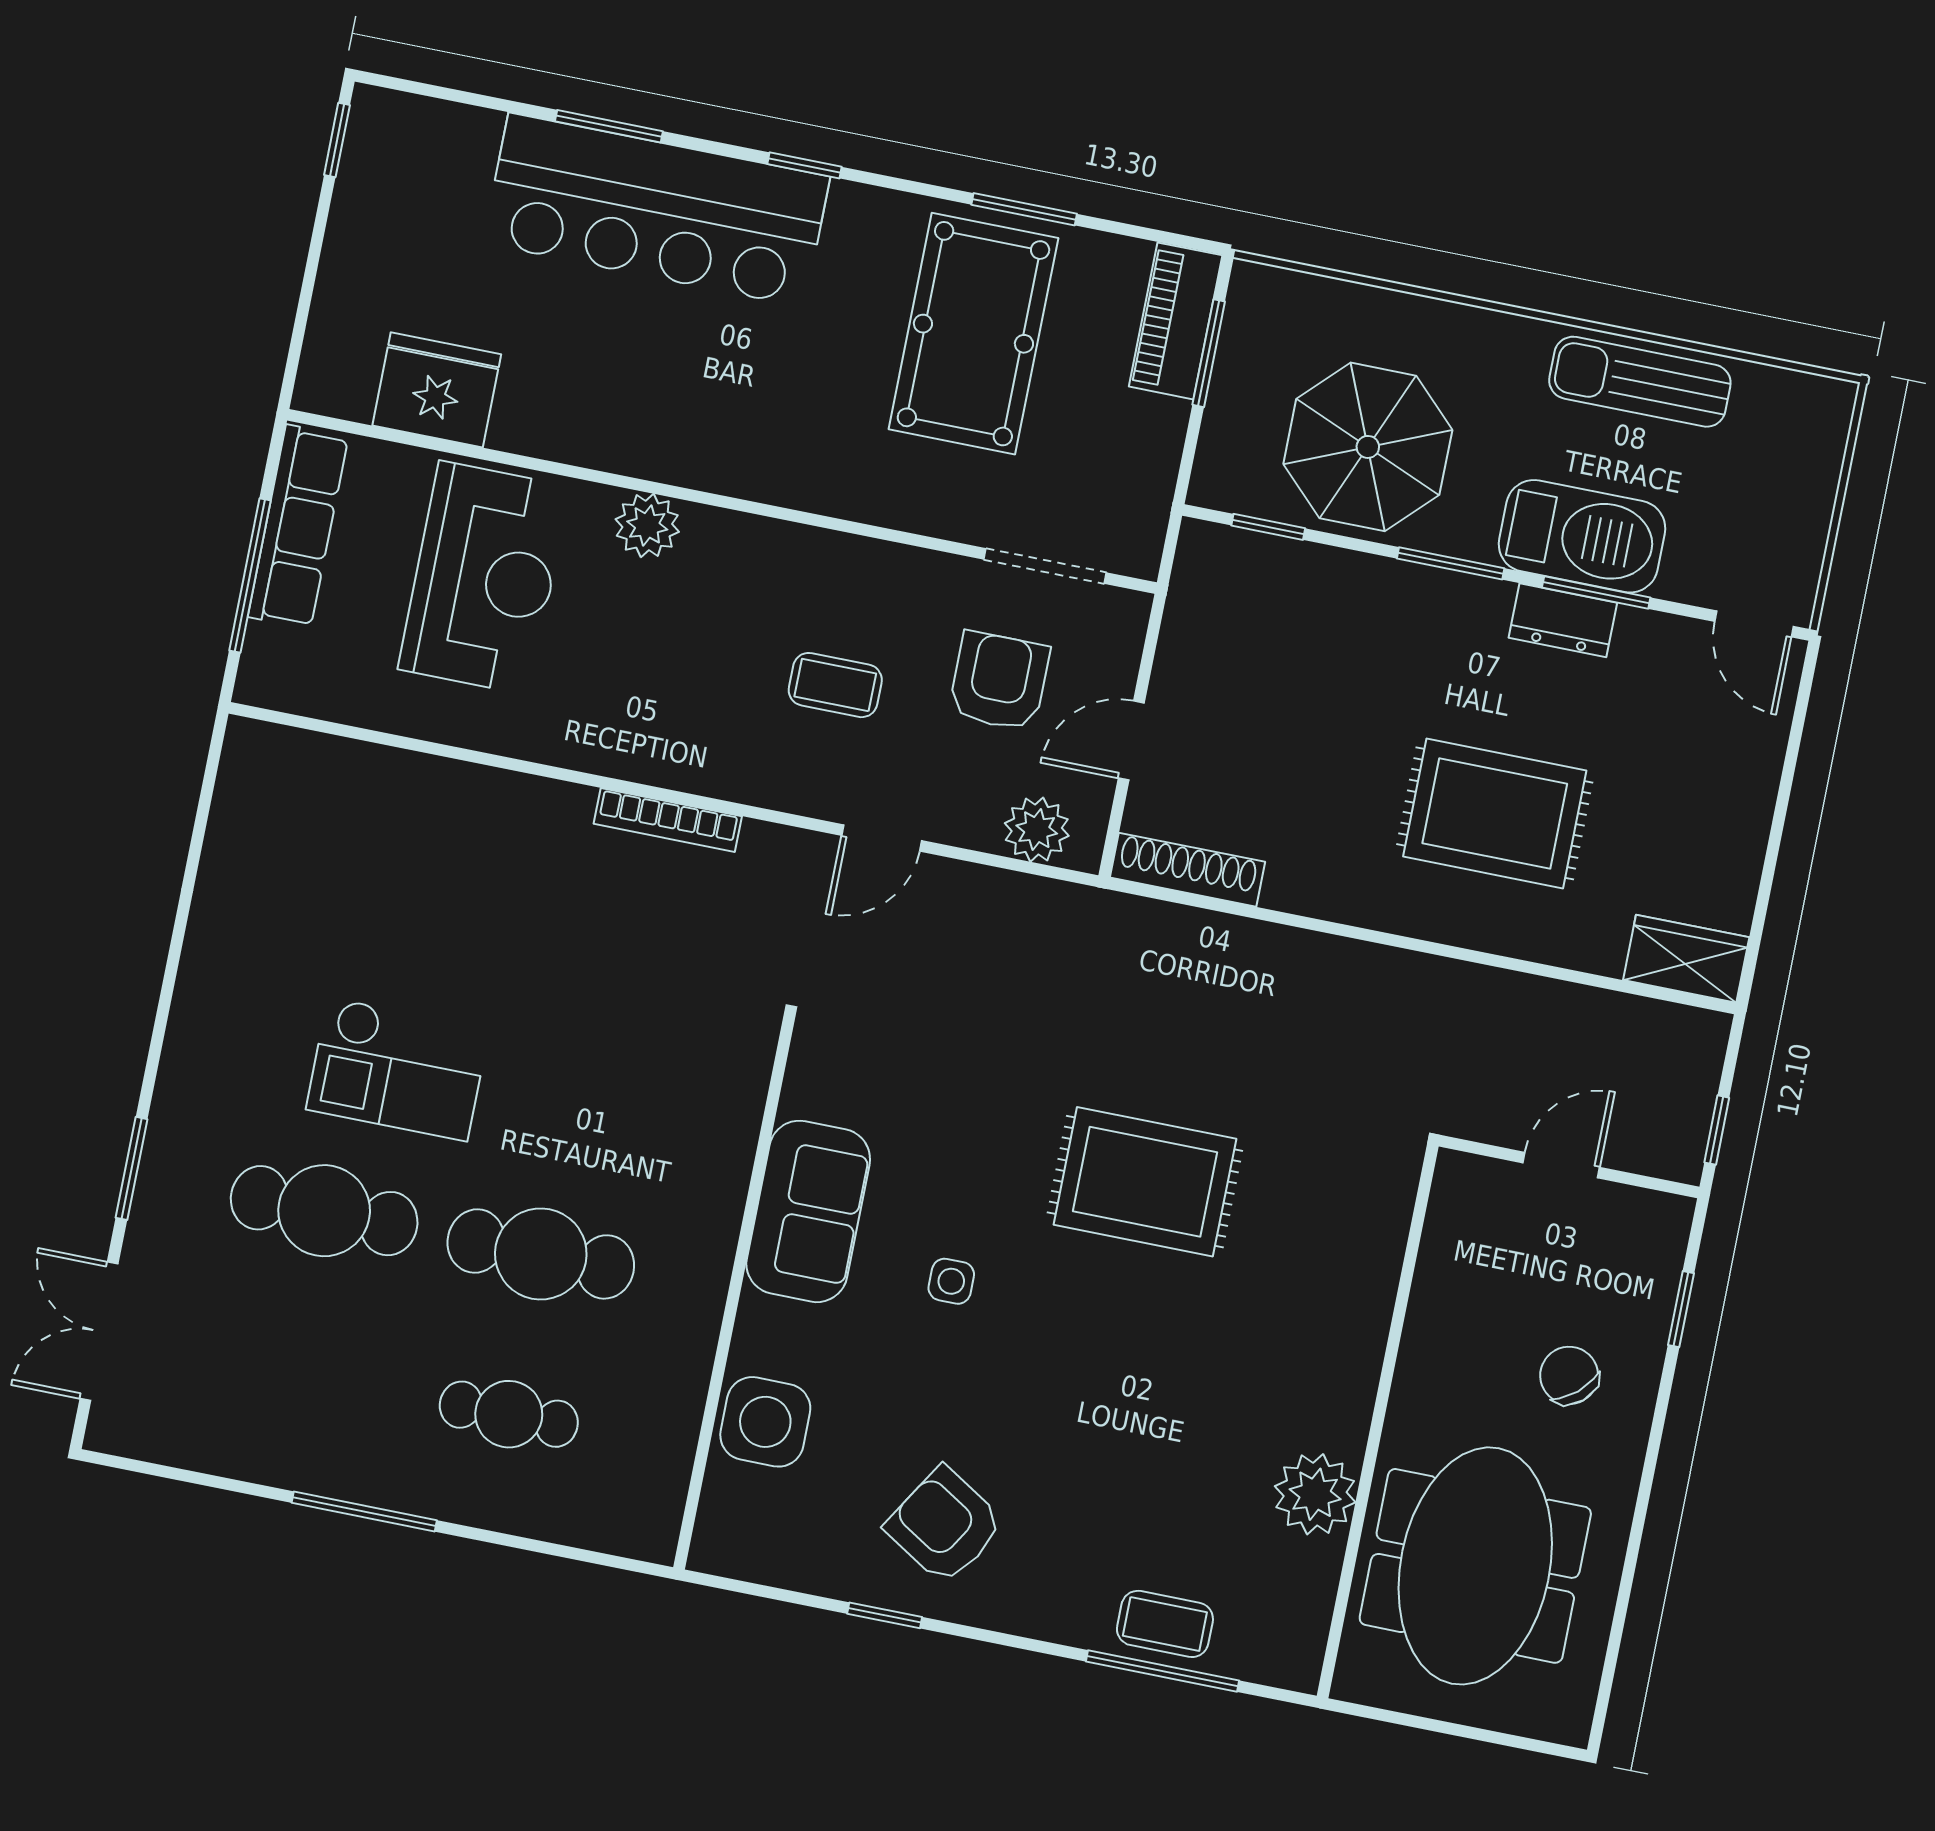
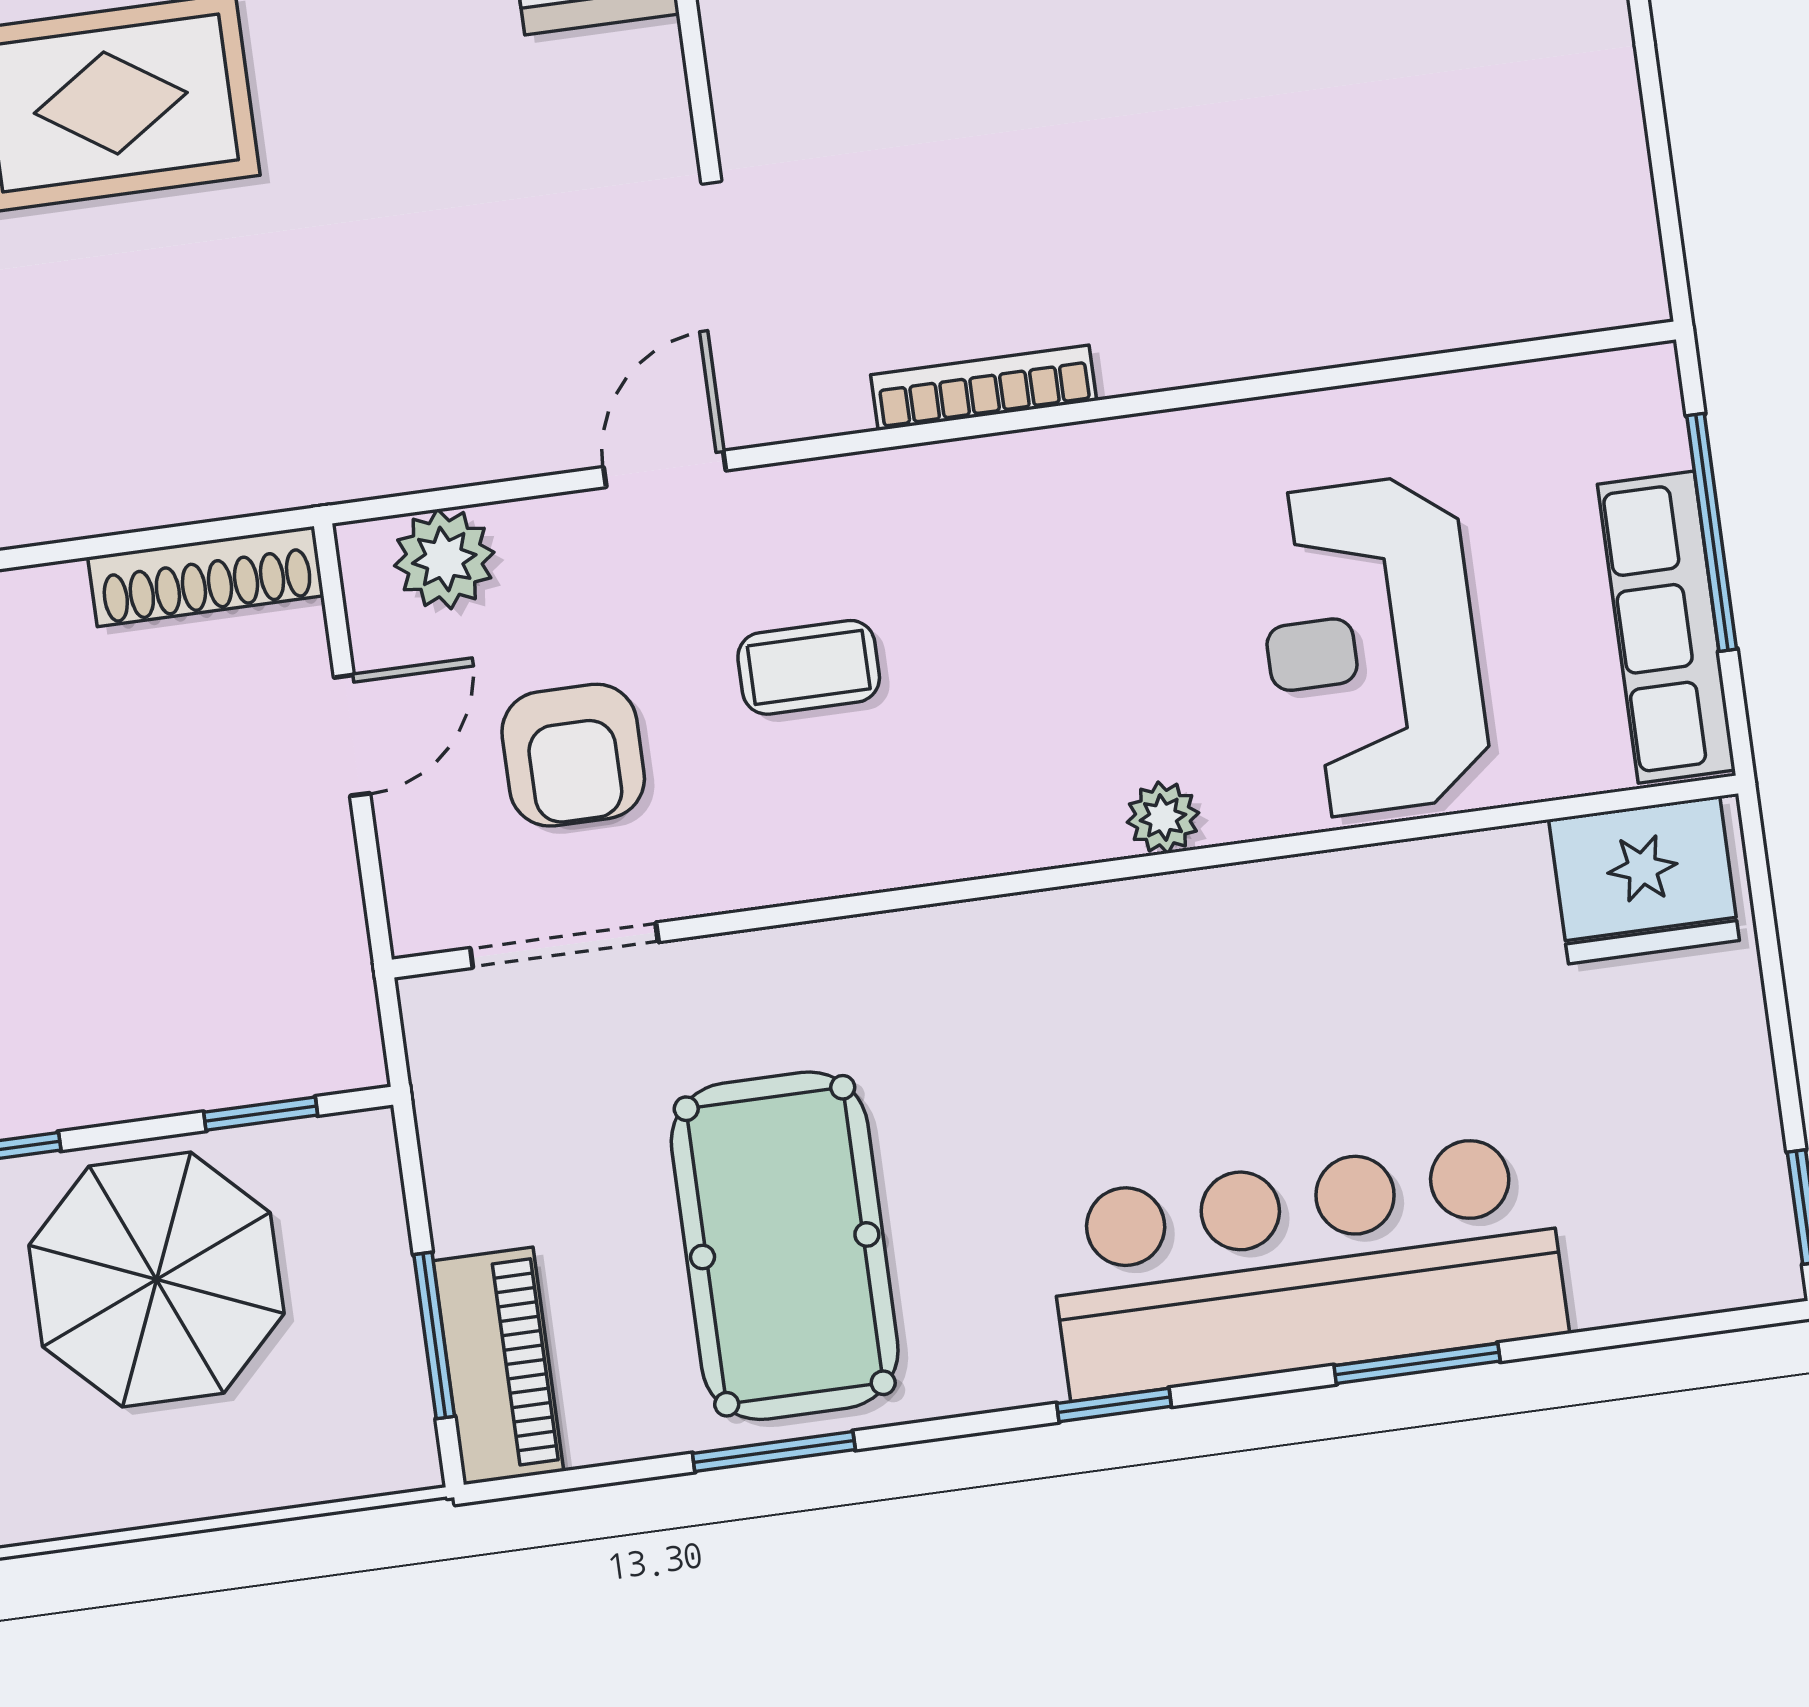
fridge: (437, 390) -> (1644, 880), moved
plant: (647, 525) -> (1163, 818), width x0.73, depth x0.73

